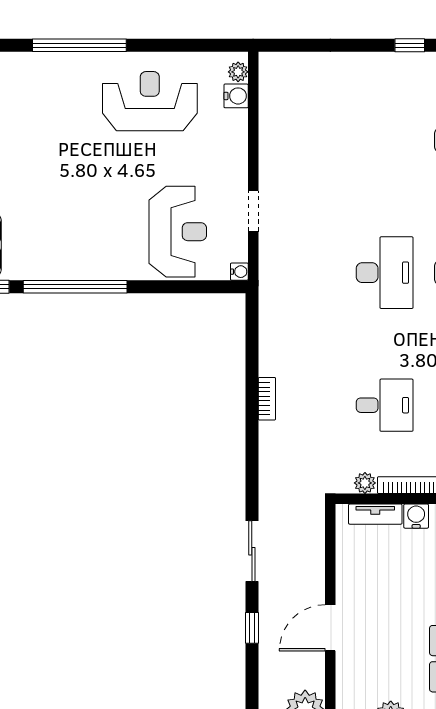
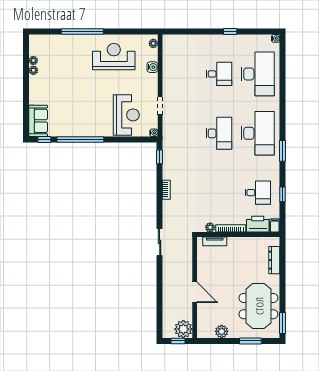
water cooler: (236, 96) -> (152, 67), moved
desk: (385, 405) -> (219, 74), moved
water cooler: (416, 516) -> (233, 242), removed
sliding door: (252, 551) -> (160, 242), moved
window: (252, 628) -> (160, 157), moved
door: (330, 628) -> (195, 292), swing flipped

